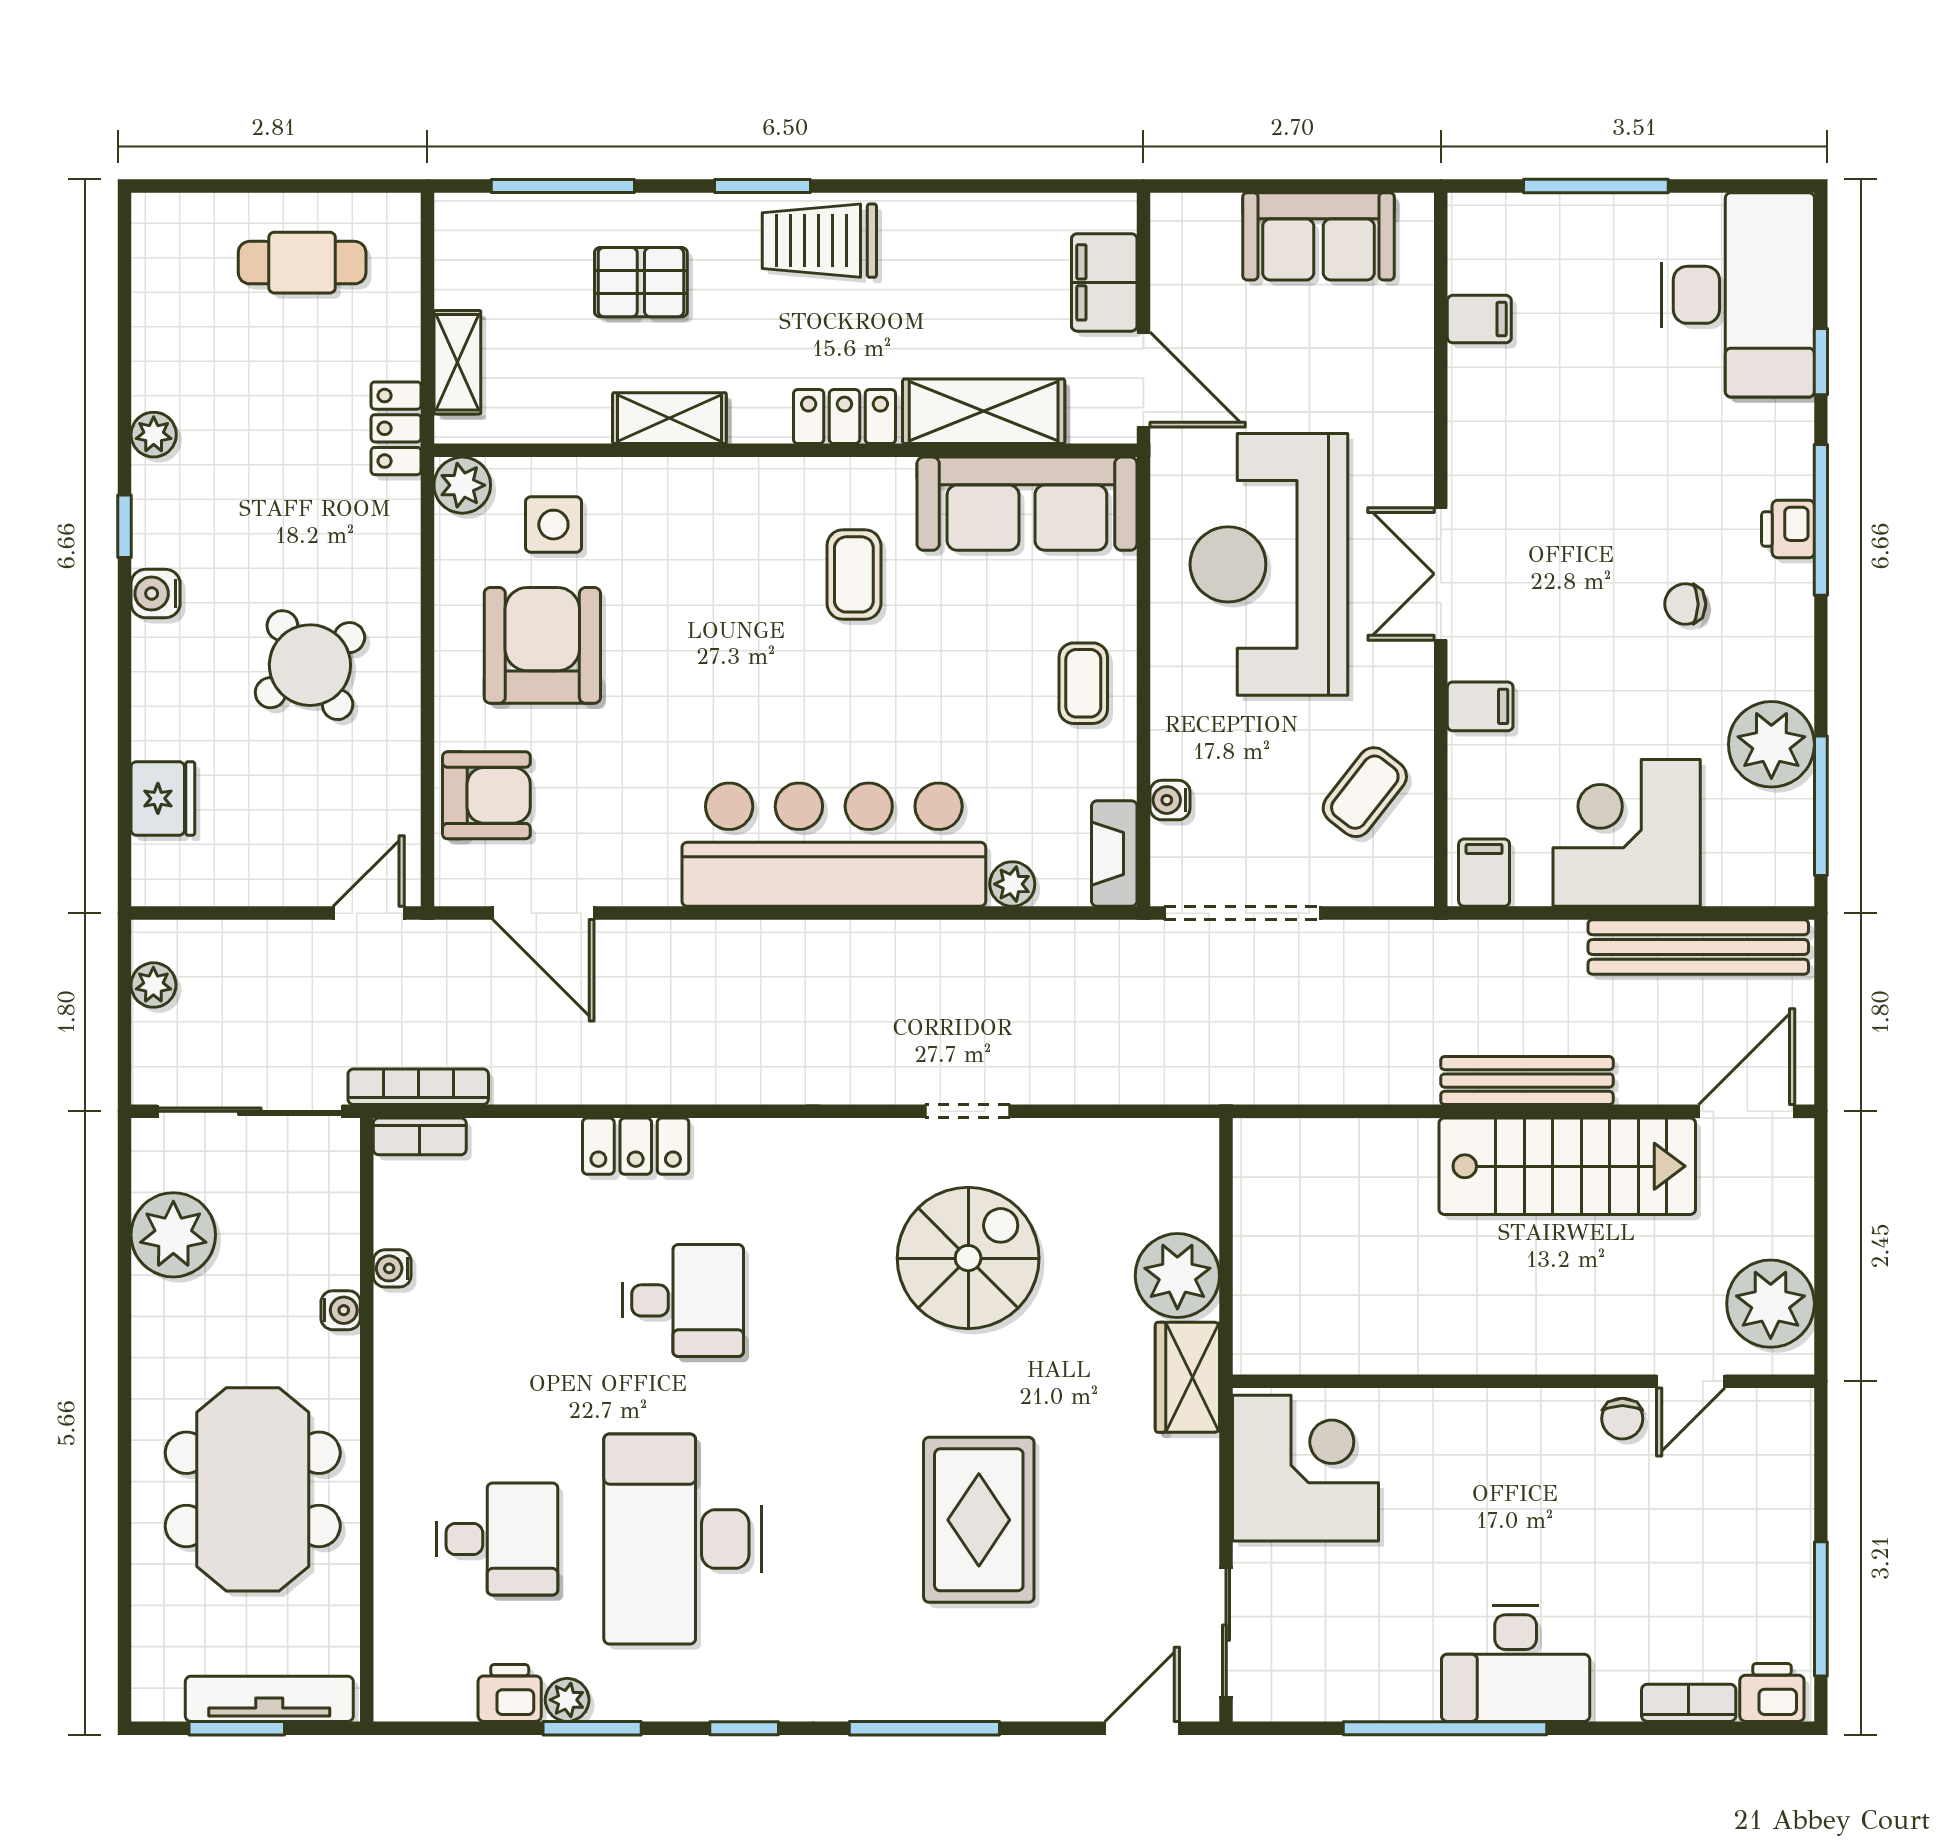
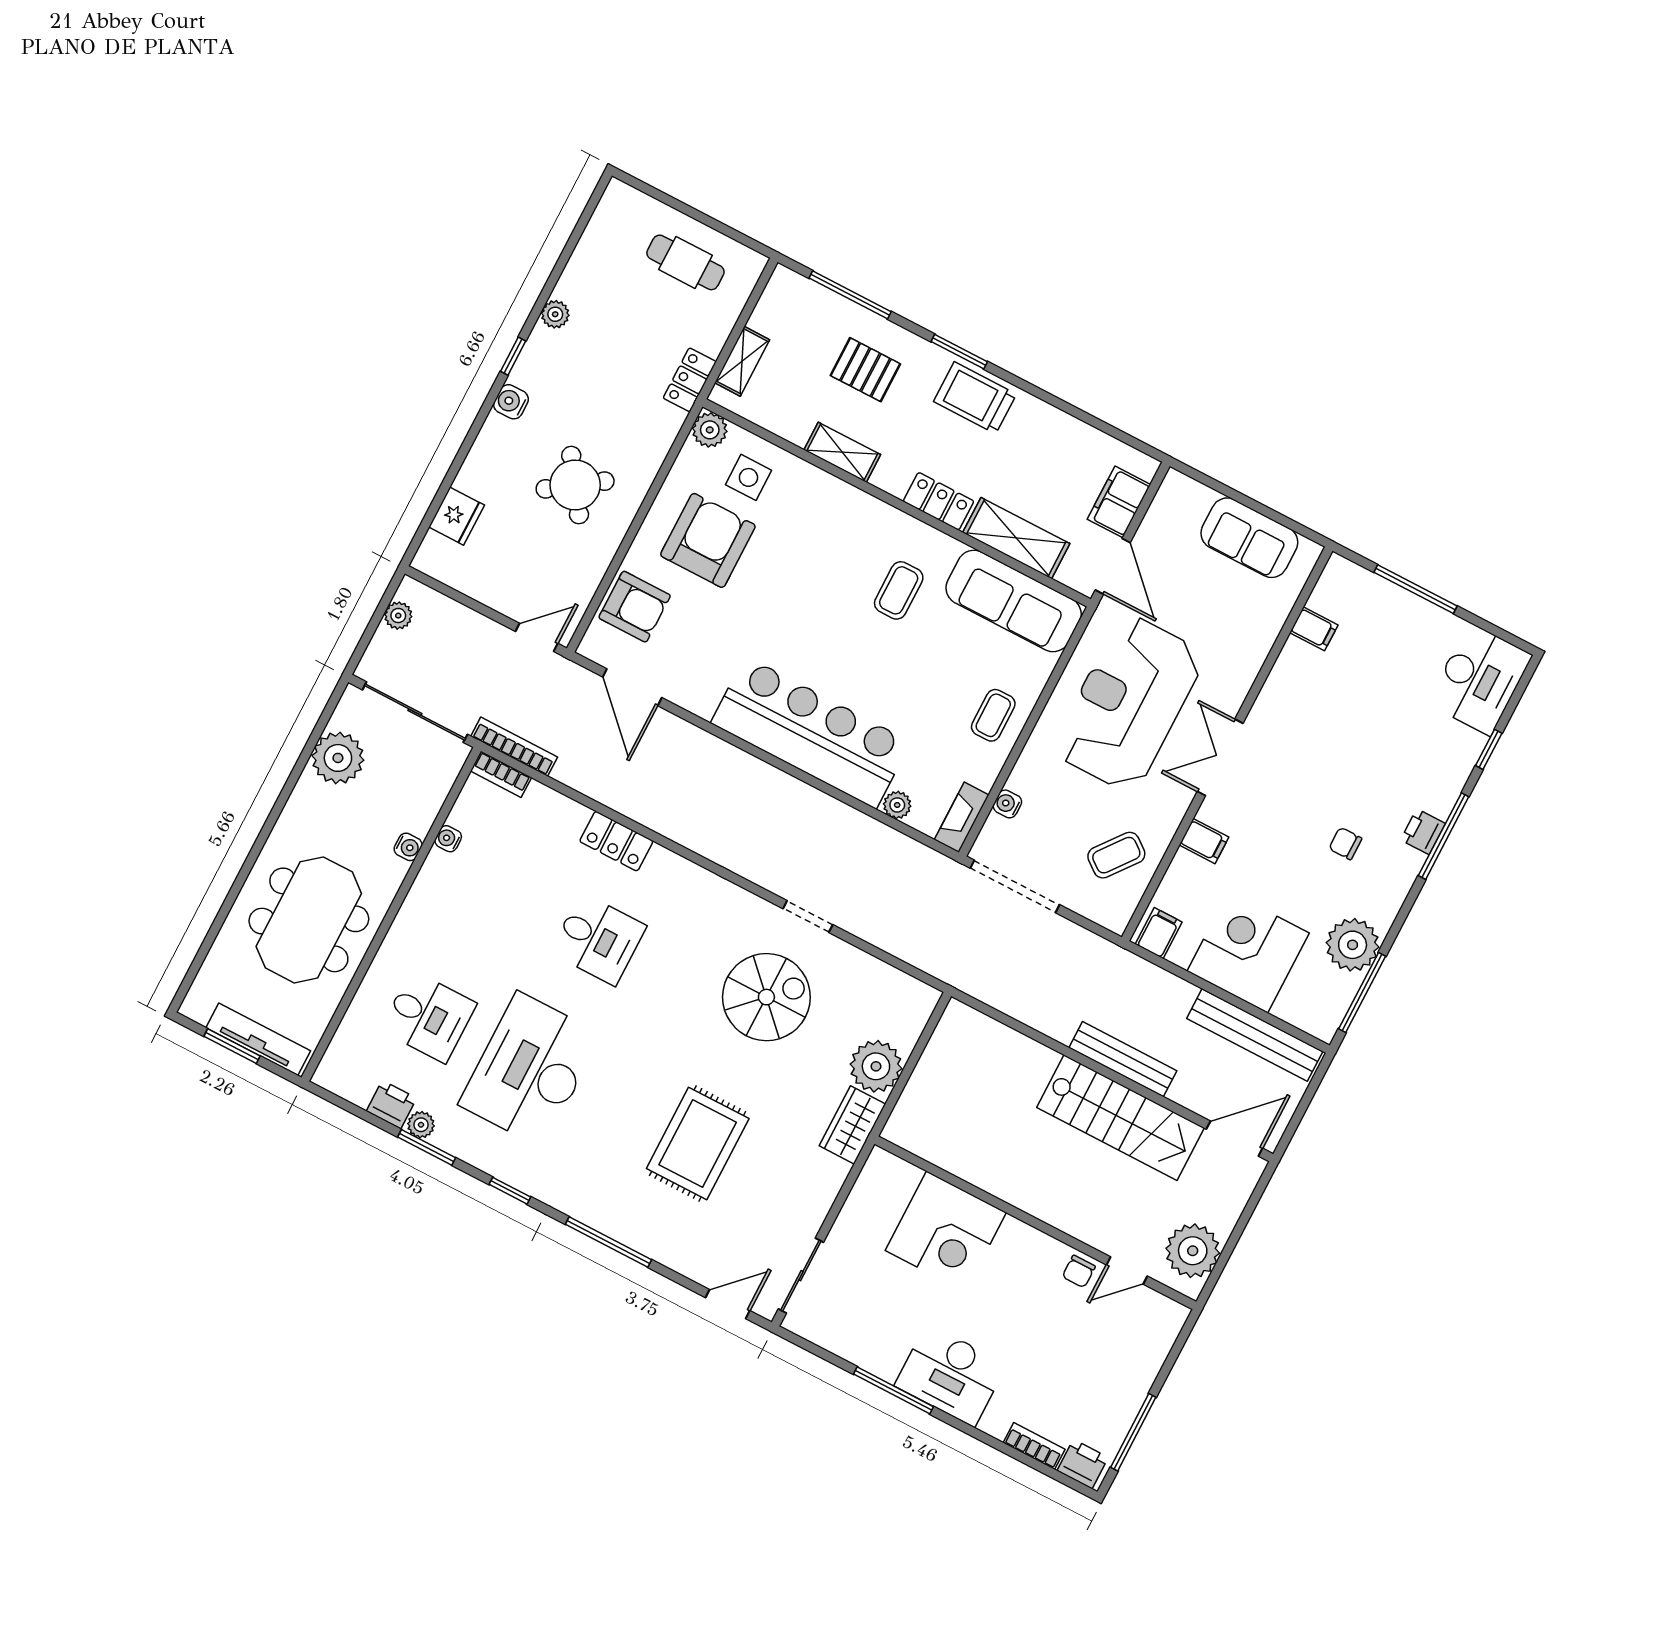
desk: (1738, 295) -> (1480, 679), width x0.73, depth x0.77
corner desk: (1306, 1468) -> (946, 1231), moved, turned 90
window: (1445, 1728) -> (894, 1390), width x0.68

